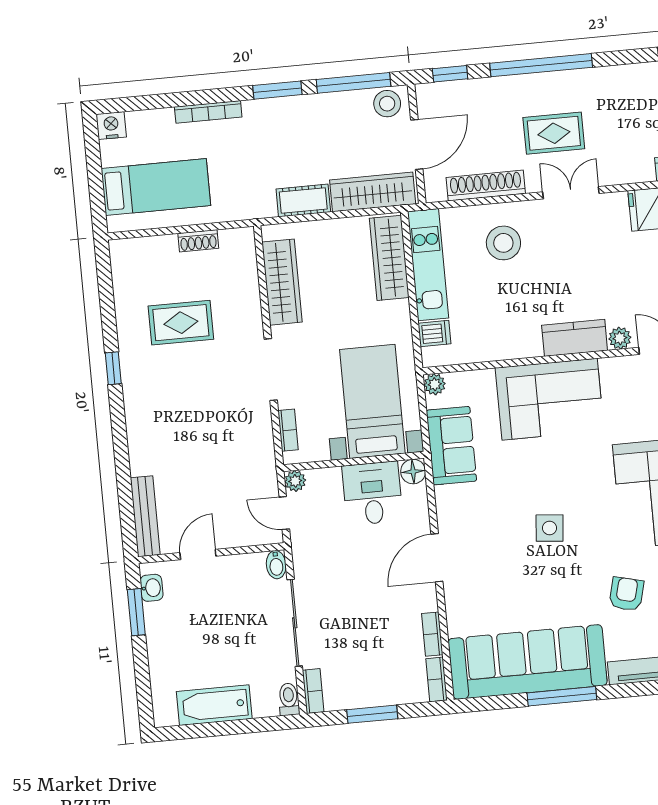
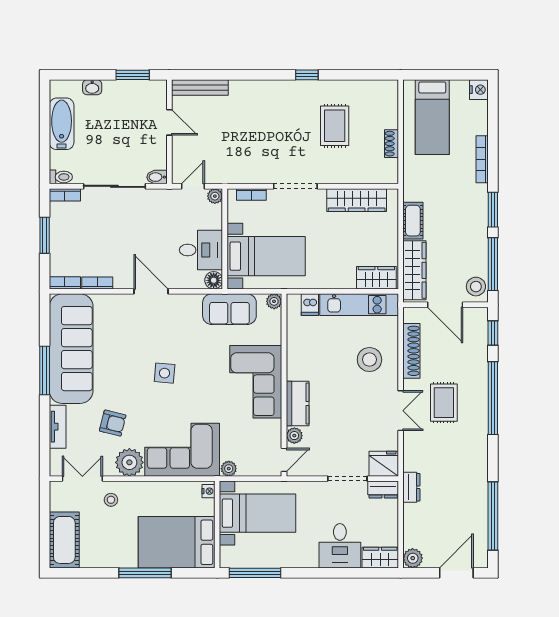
wardrobe: (389, 258) -> (376, 278), width x0.67
washbasin: (152, 588) -> (92, 87), moved

